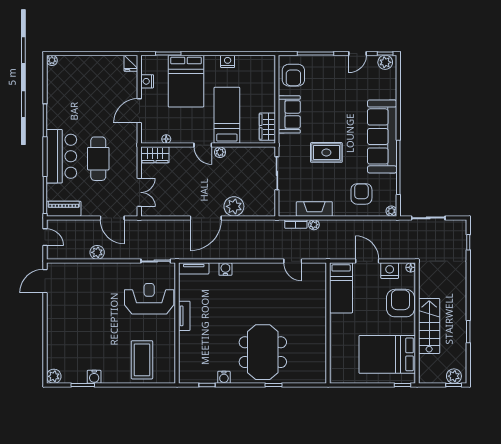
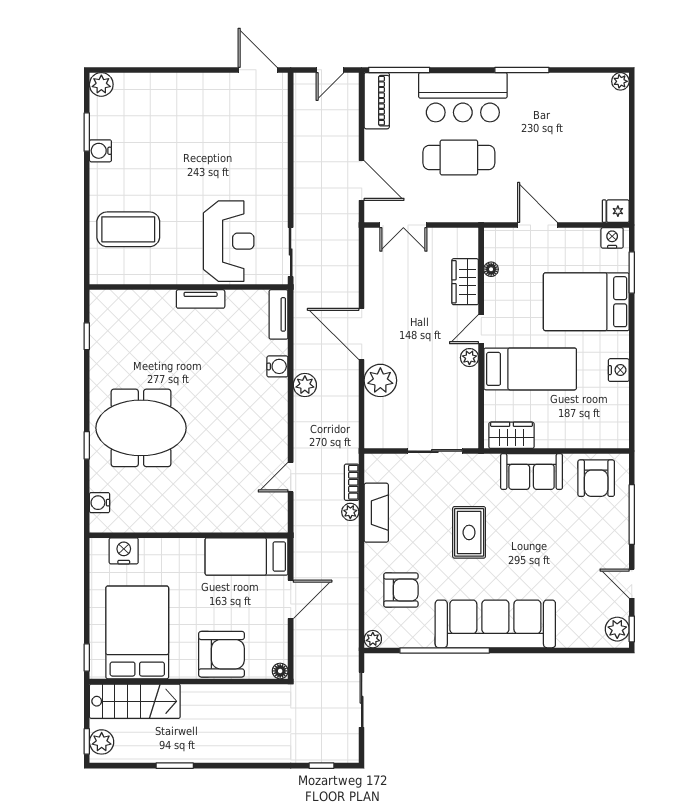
armchair: (293, 75) -> (596, 478), turned -90
nightstand: (147, 81) -> (612, 238), moved
wardrobe: (155, 155) -> (465, 282), moved
door: (112, 218) -> (362, 180), swing flipped
plant: (97, 252) -> (305, 385), moved
nightstand: (390, 271) -> (124, 551), moved, turned -90
stairs: (429, 326) -> (135, 701), moved
water cooler: (224, 377) -> (100, 503), moved

